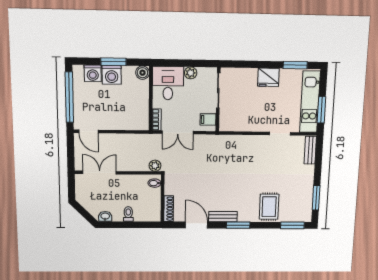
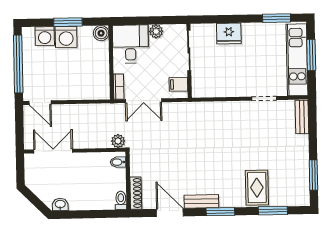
fridge: (268, 77) -> (229, 34), moved
window: (321, 110) -> (311, 55), moved
toilet: (128, 214) -> (121, 200), moved
window: (292, 225) -> (273, 211), moved

